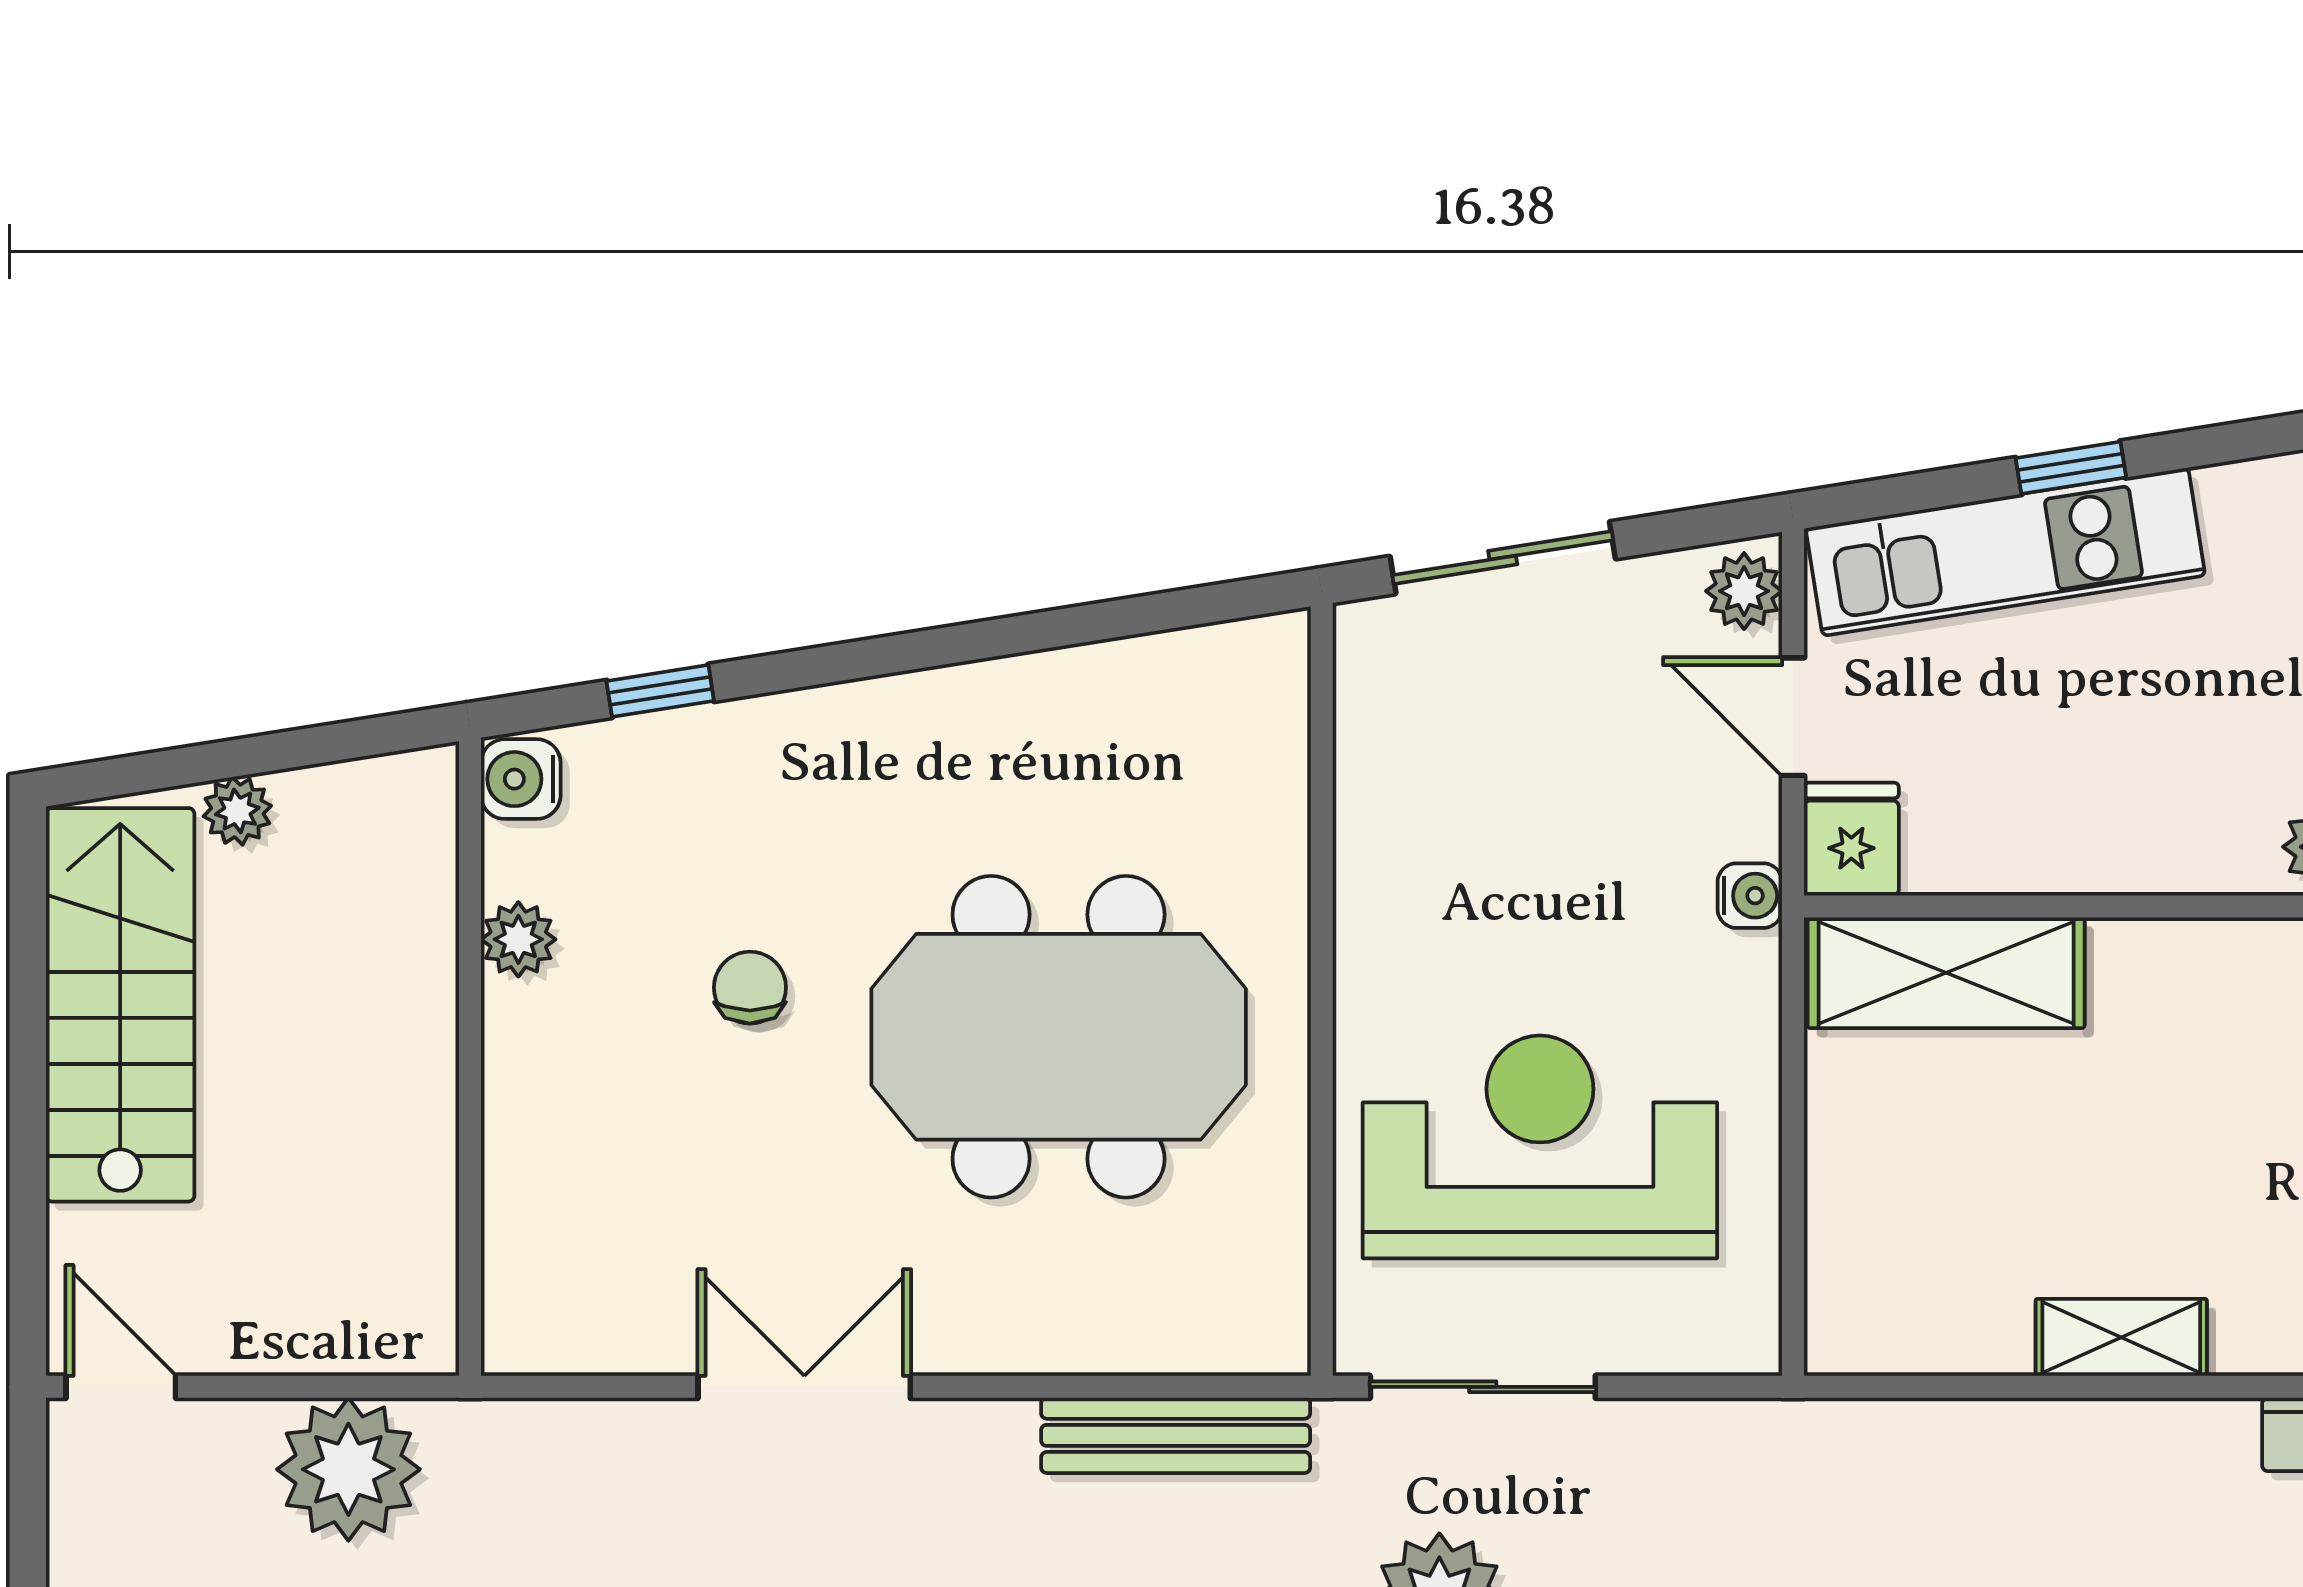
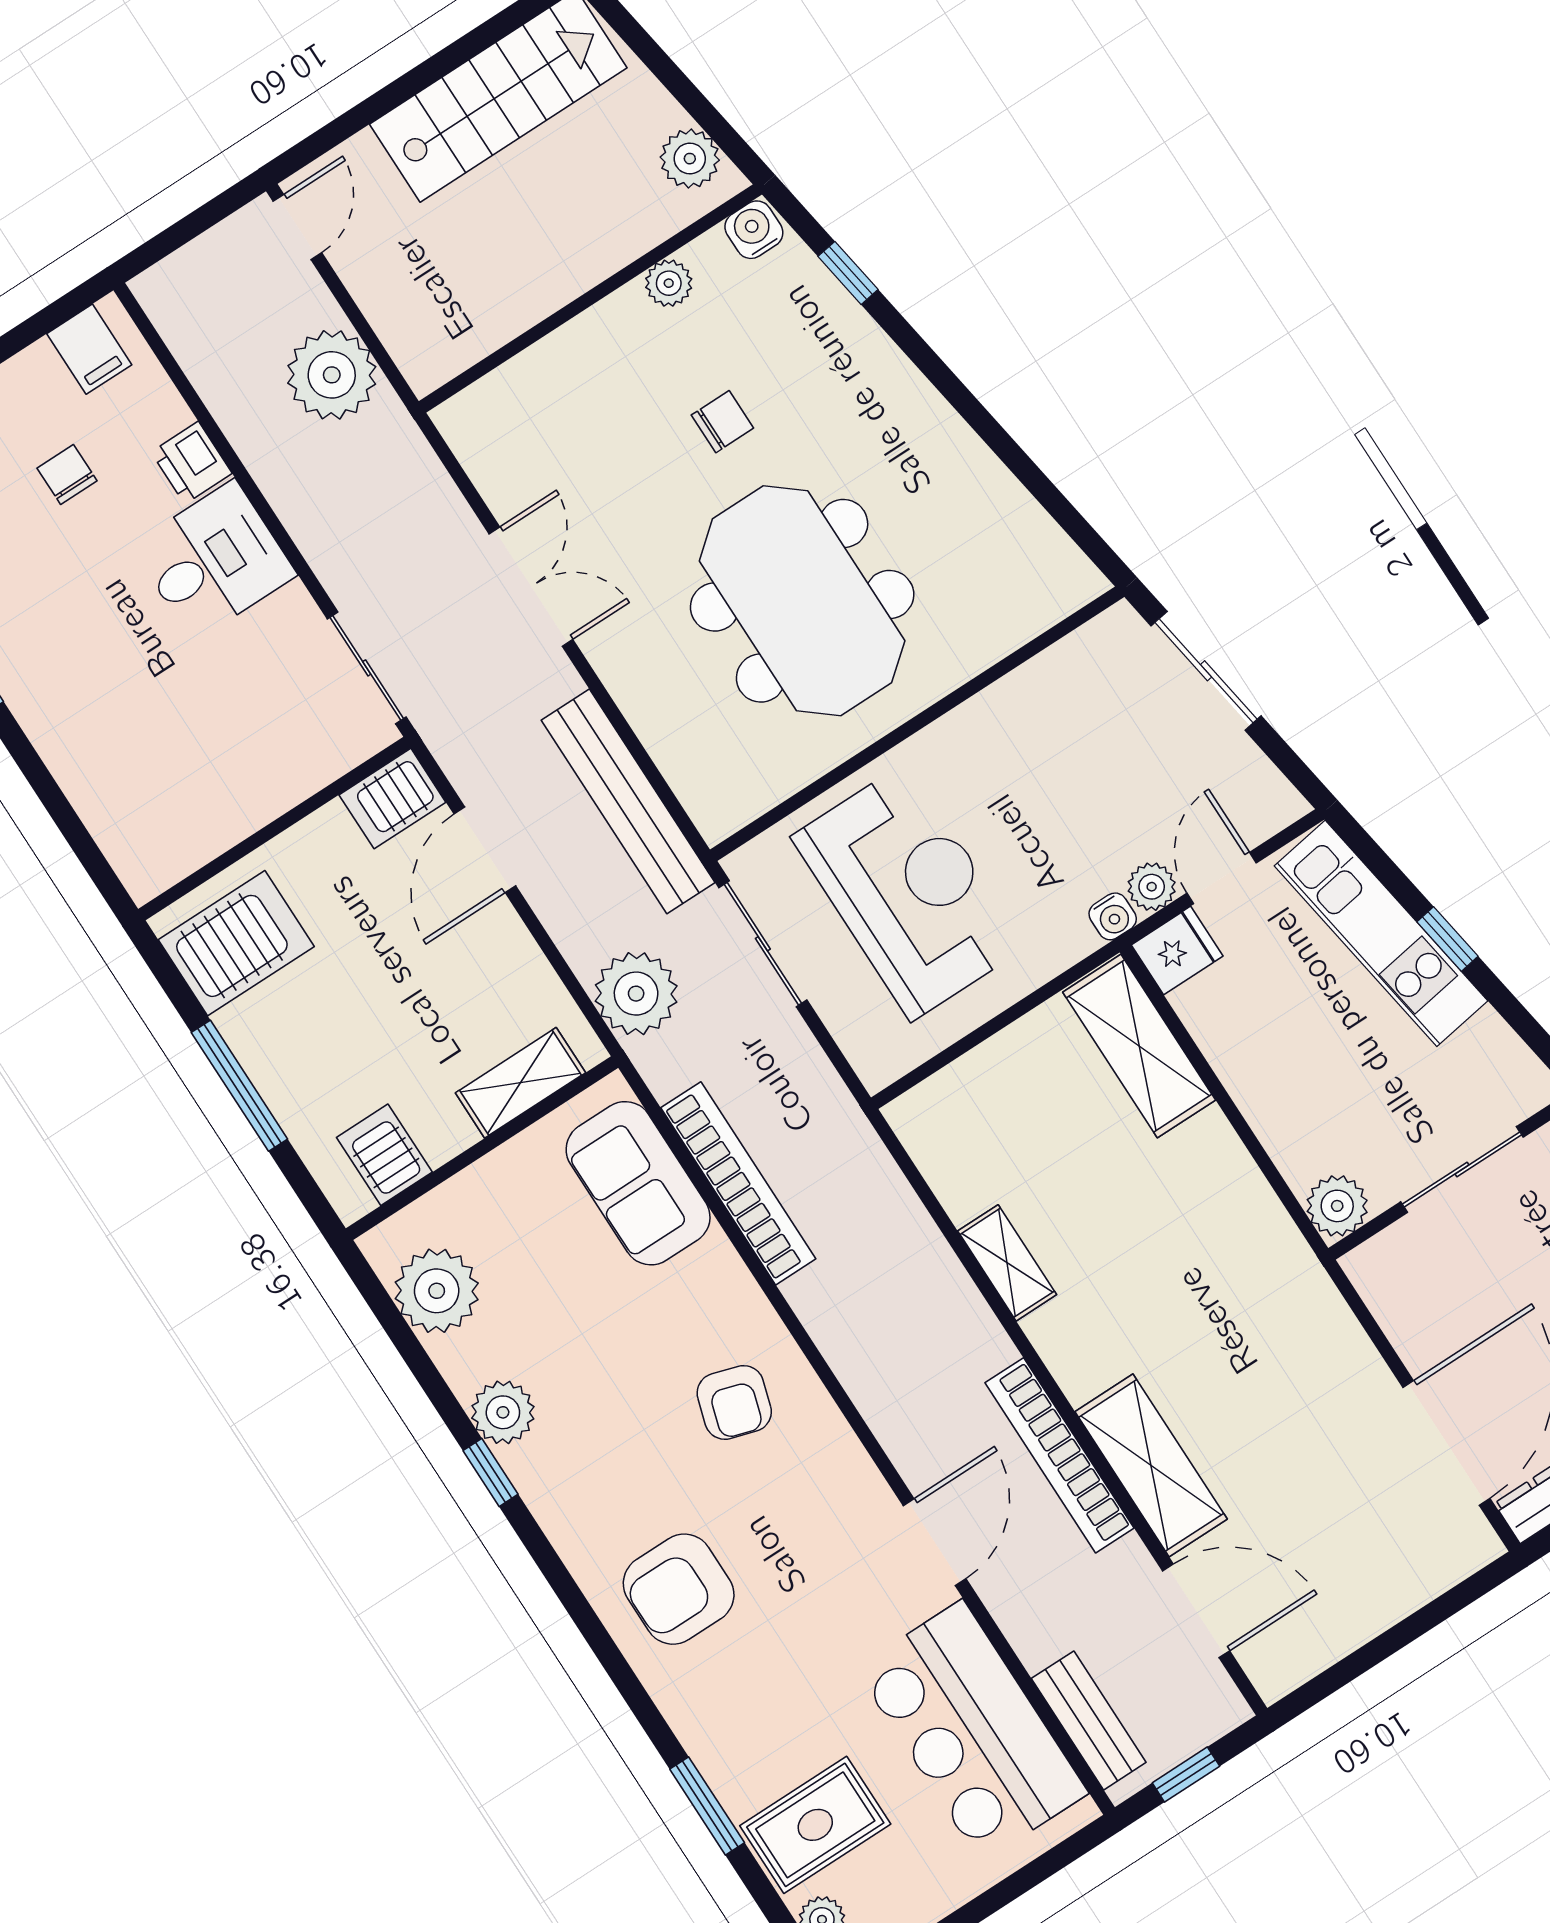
plant: (1744, 591) -> (1152, 887), moved
plant: (237, 811) -> (690, 159), moved, width x1.38, depth x1.38
bench: (1176, 1435) -> (628, 801), width x1.37, depth x1.21

